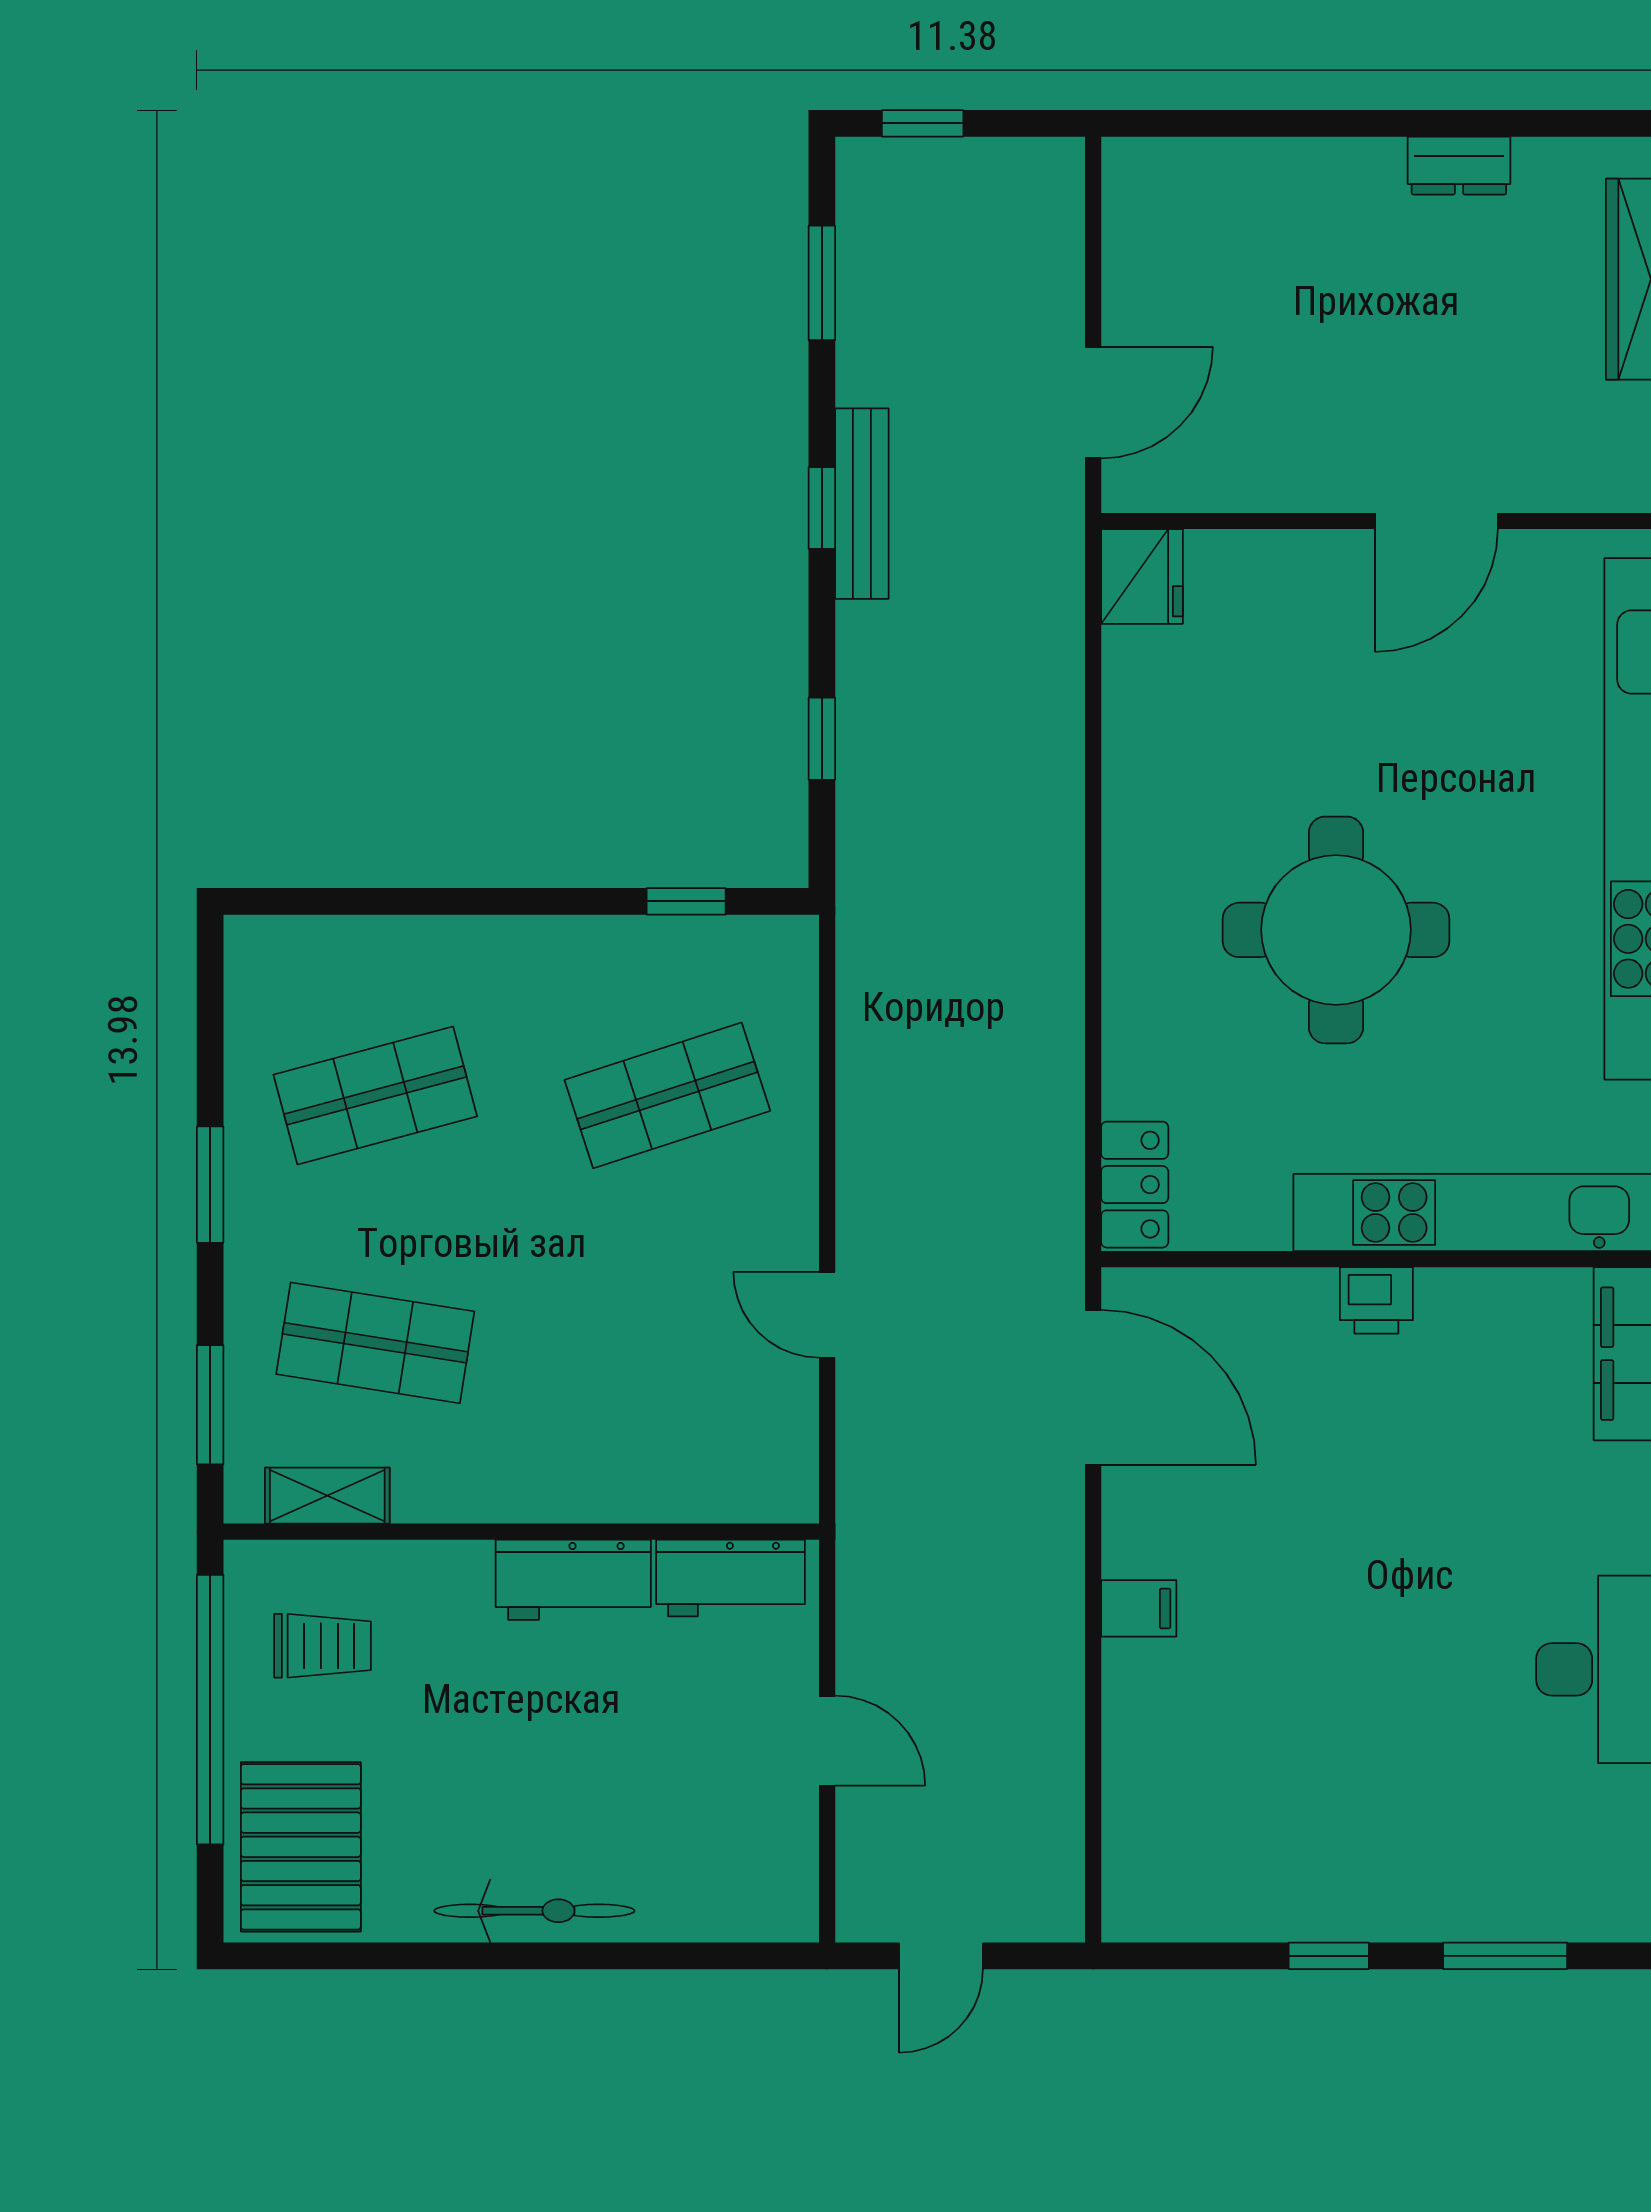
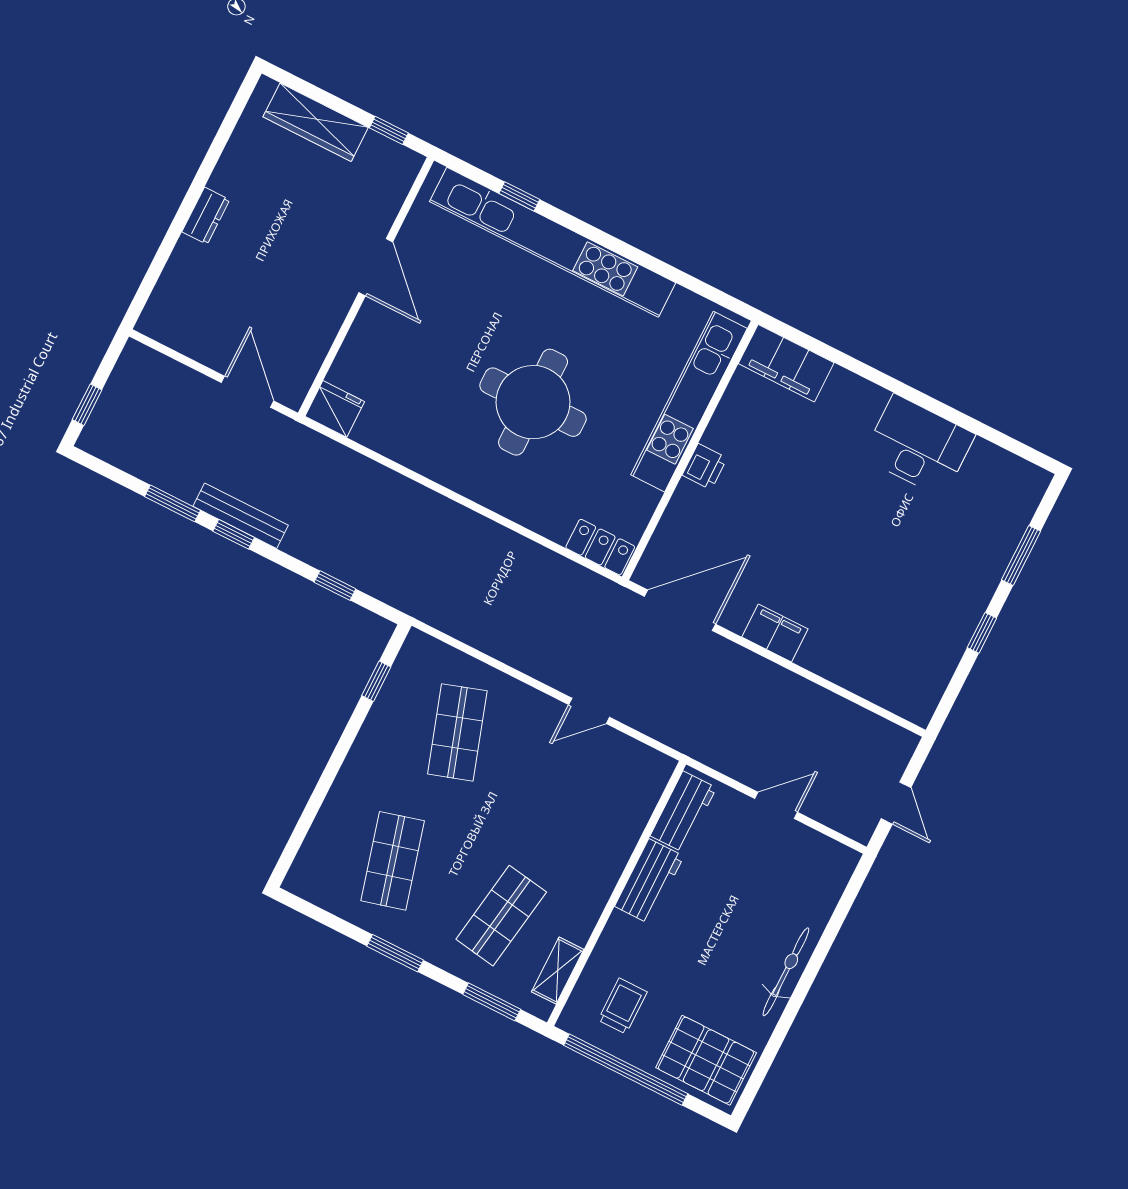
dresser: (1459, 166) -> (206, 216), moved
window: (822, 283) -> (172, 503), moved
filing cabinet: (1139, 1608) -> (775, 633), width x2.00

